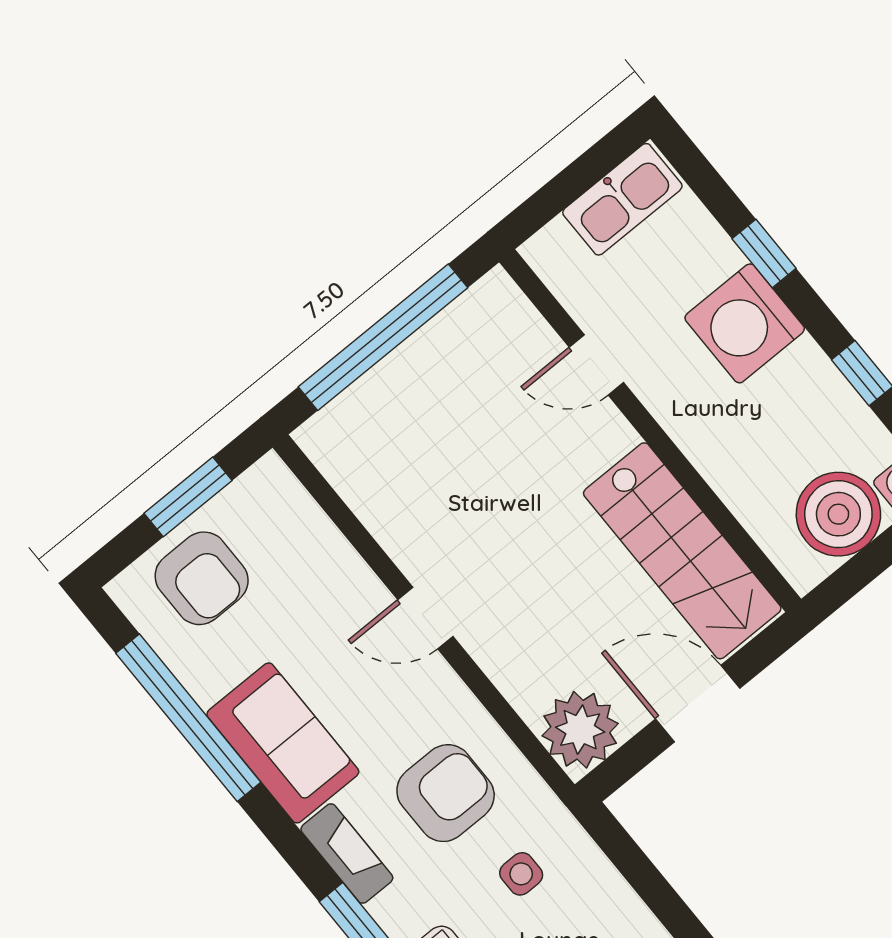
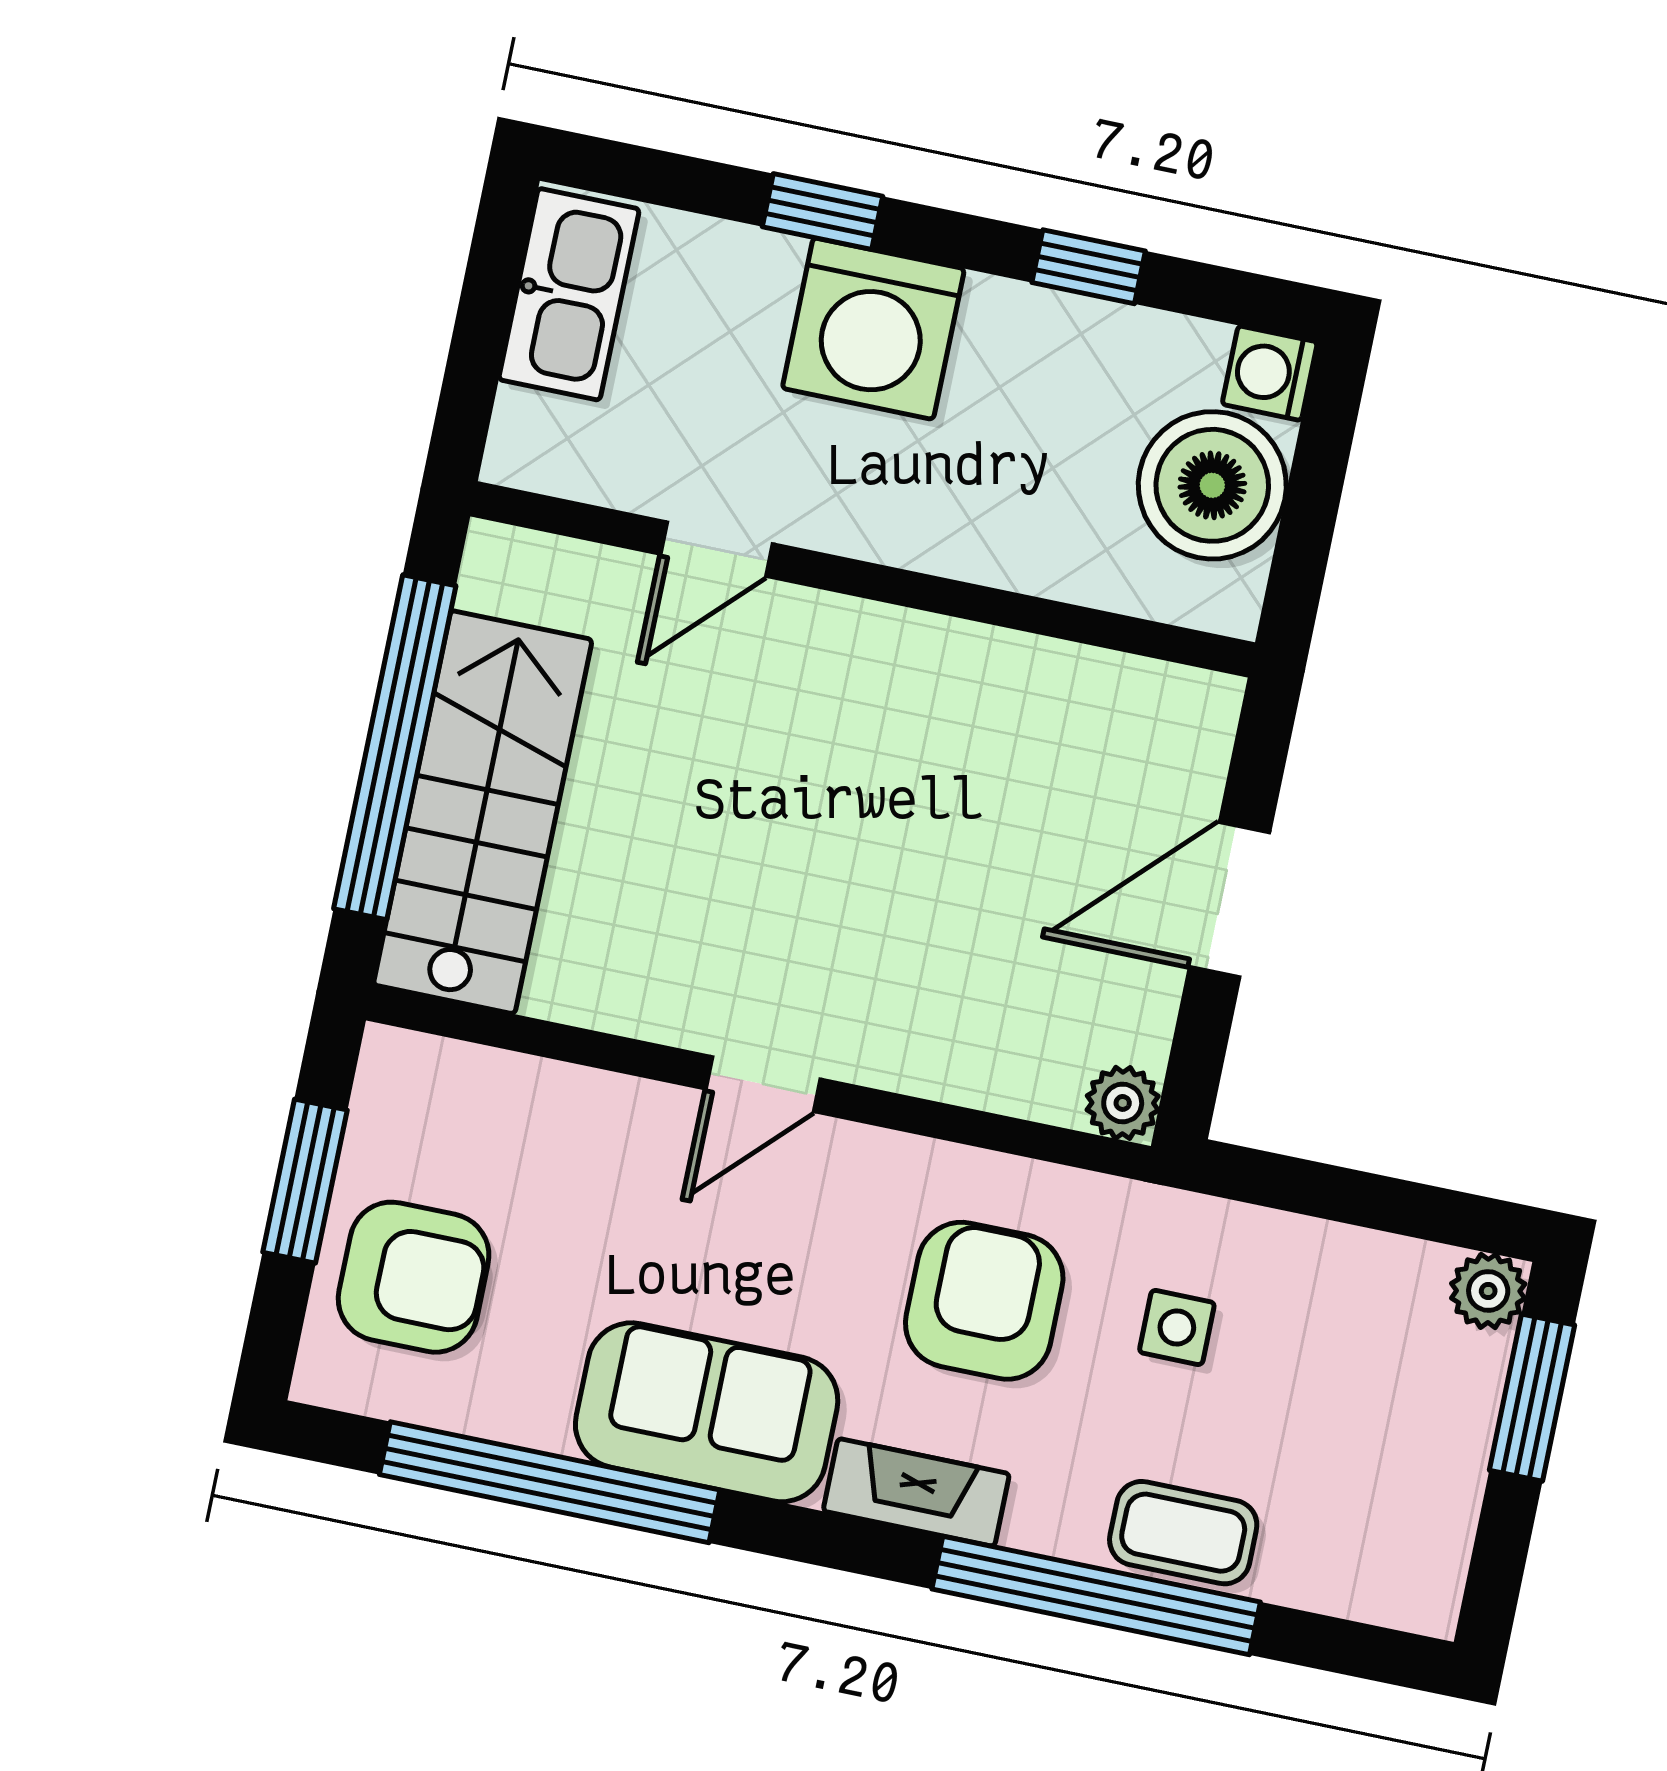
stairs: (682, 551) -> (483, 812), moved, turned -90
plant: (580, 730) -> (1123, 1103), width x0.53, depth x0.53

